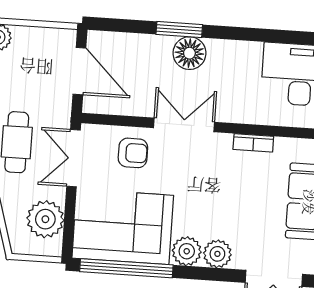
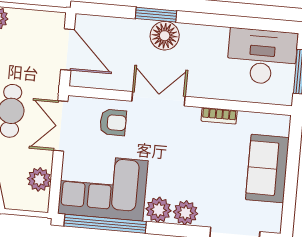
plant: (45, 219) -> (39, 179), width x0.73, depth x0.73

